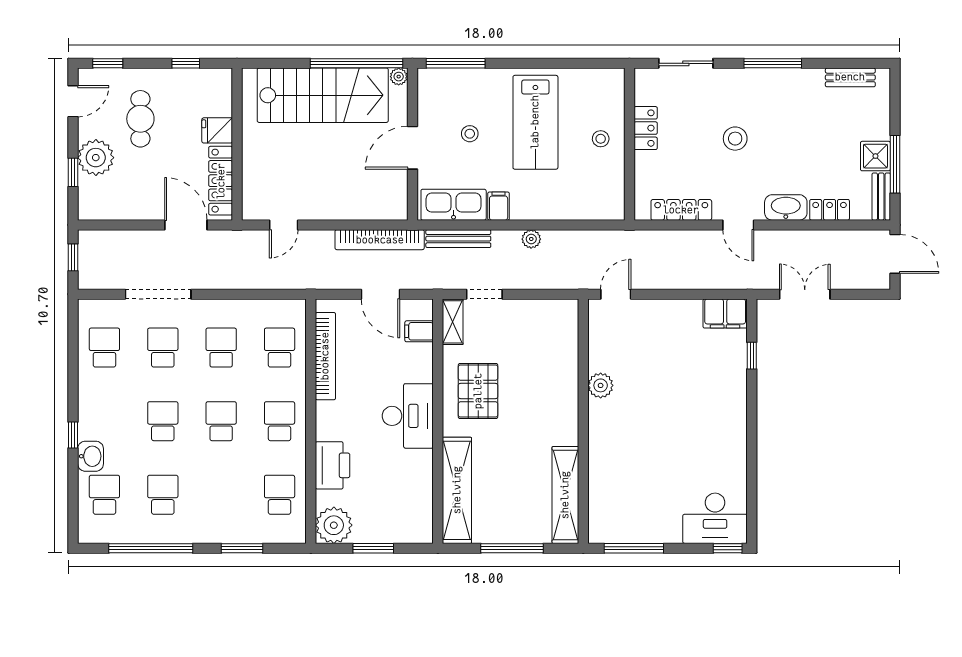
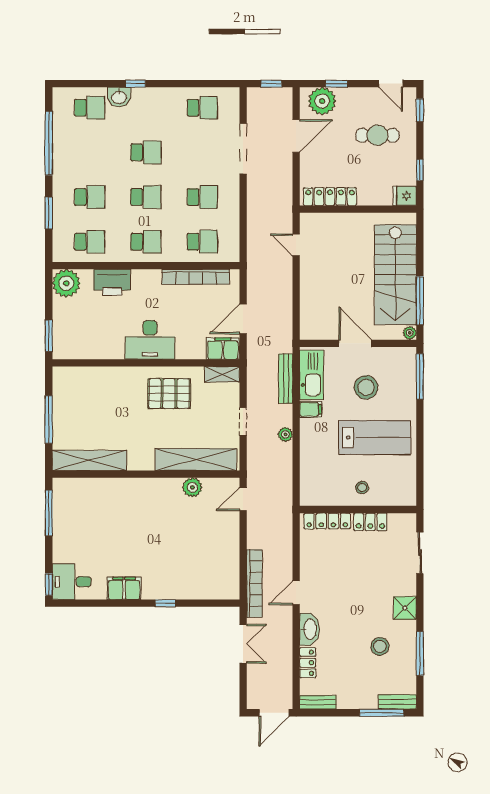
window: (357, 63) -> (420, 301), width x0.68
window: (773, 63) -> (420, 653), moved
bench: (850, 77) -> (397, 702), moved, turned 90
lab bench: (535, 122) -> (375, 438), turned 180
fridge: (217, 130) -> (405, 196), moved, turned -90
stool: (470, 134) -> (366, 387), width x1.89, depth x1.89
stool: (735, 139) -> (380, 646), moved
shower: (875, 156) -> (405, 608), moved
plant: (96, 158) -> (322, 101), moved
window: (895, 164) -> (382, 713), moved
locker: (681, 210) -> (327, 521), moved, turned 90
door: (186, 225) -> (296, 136), moved
bookcase: (380, 240) -> (254, 583), moved, turned 180
doorway: (484, 294) -> (243, 421), moved
door: (616, 294) -> (243, 499), swing flipped
filing cabinet: (725, 314) -> (124, 588), moved, turned 90
filing cabinet: (419, 331) -> (223, 349), width x2.00
school desk: (163, 348) -> (202, 152), removed
window: (752, 356) -> (165, 603), moved
plant: (601, 385) -> (192, 487), moved
shelving: (457, 490) -> (196, 460), moved
school desk: (163, 495) -> (90, 197), moved
desk: (715, 518) -> (72, 582), width x0.73
window: (373, 548) -> (49, 336), moved

